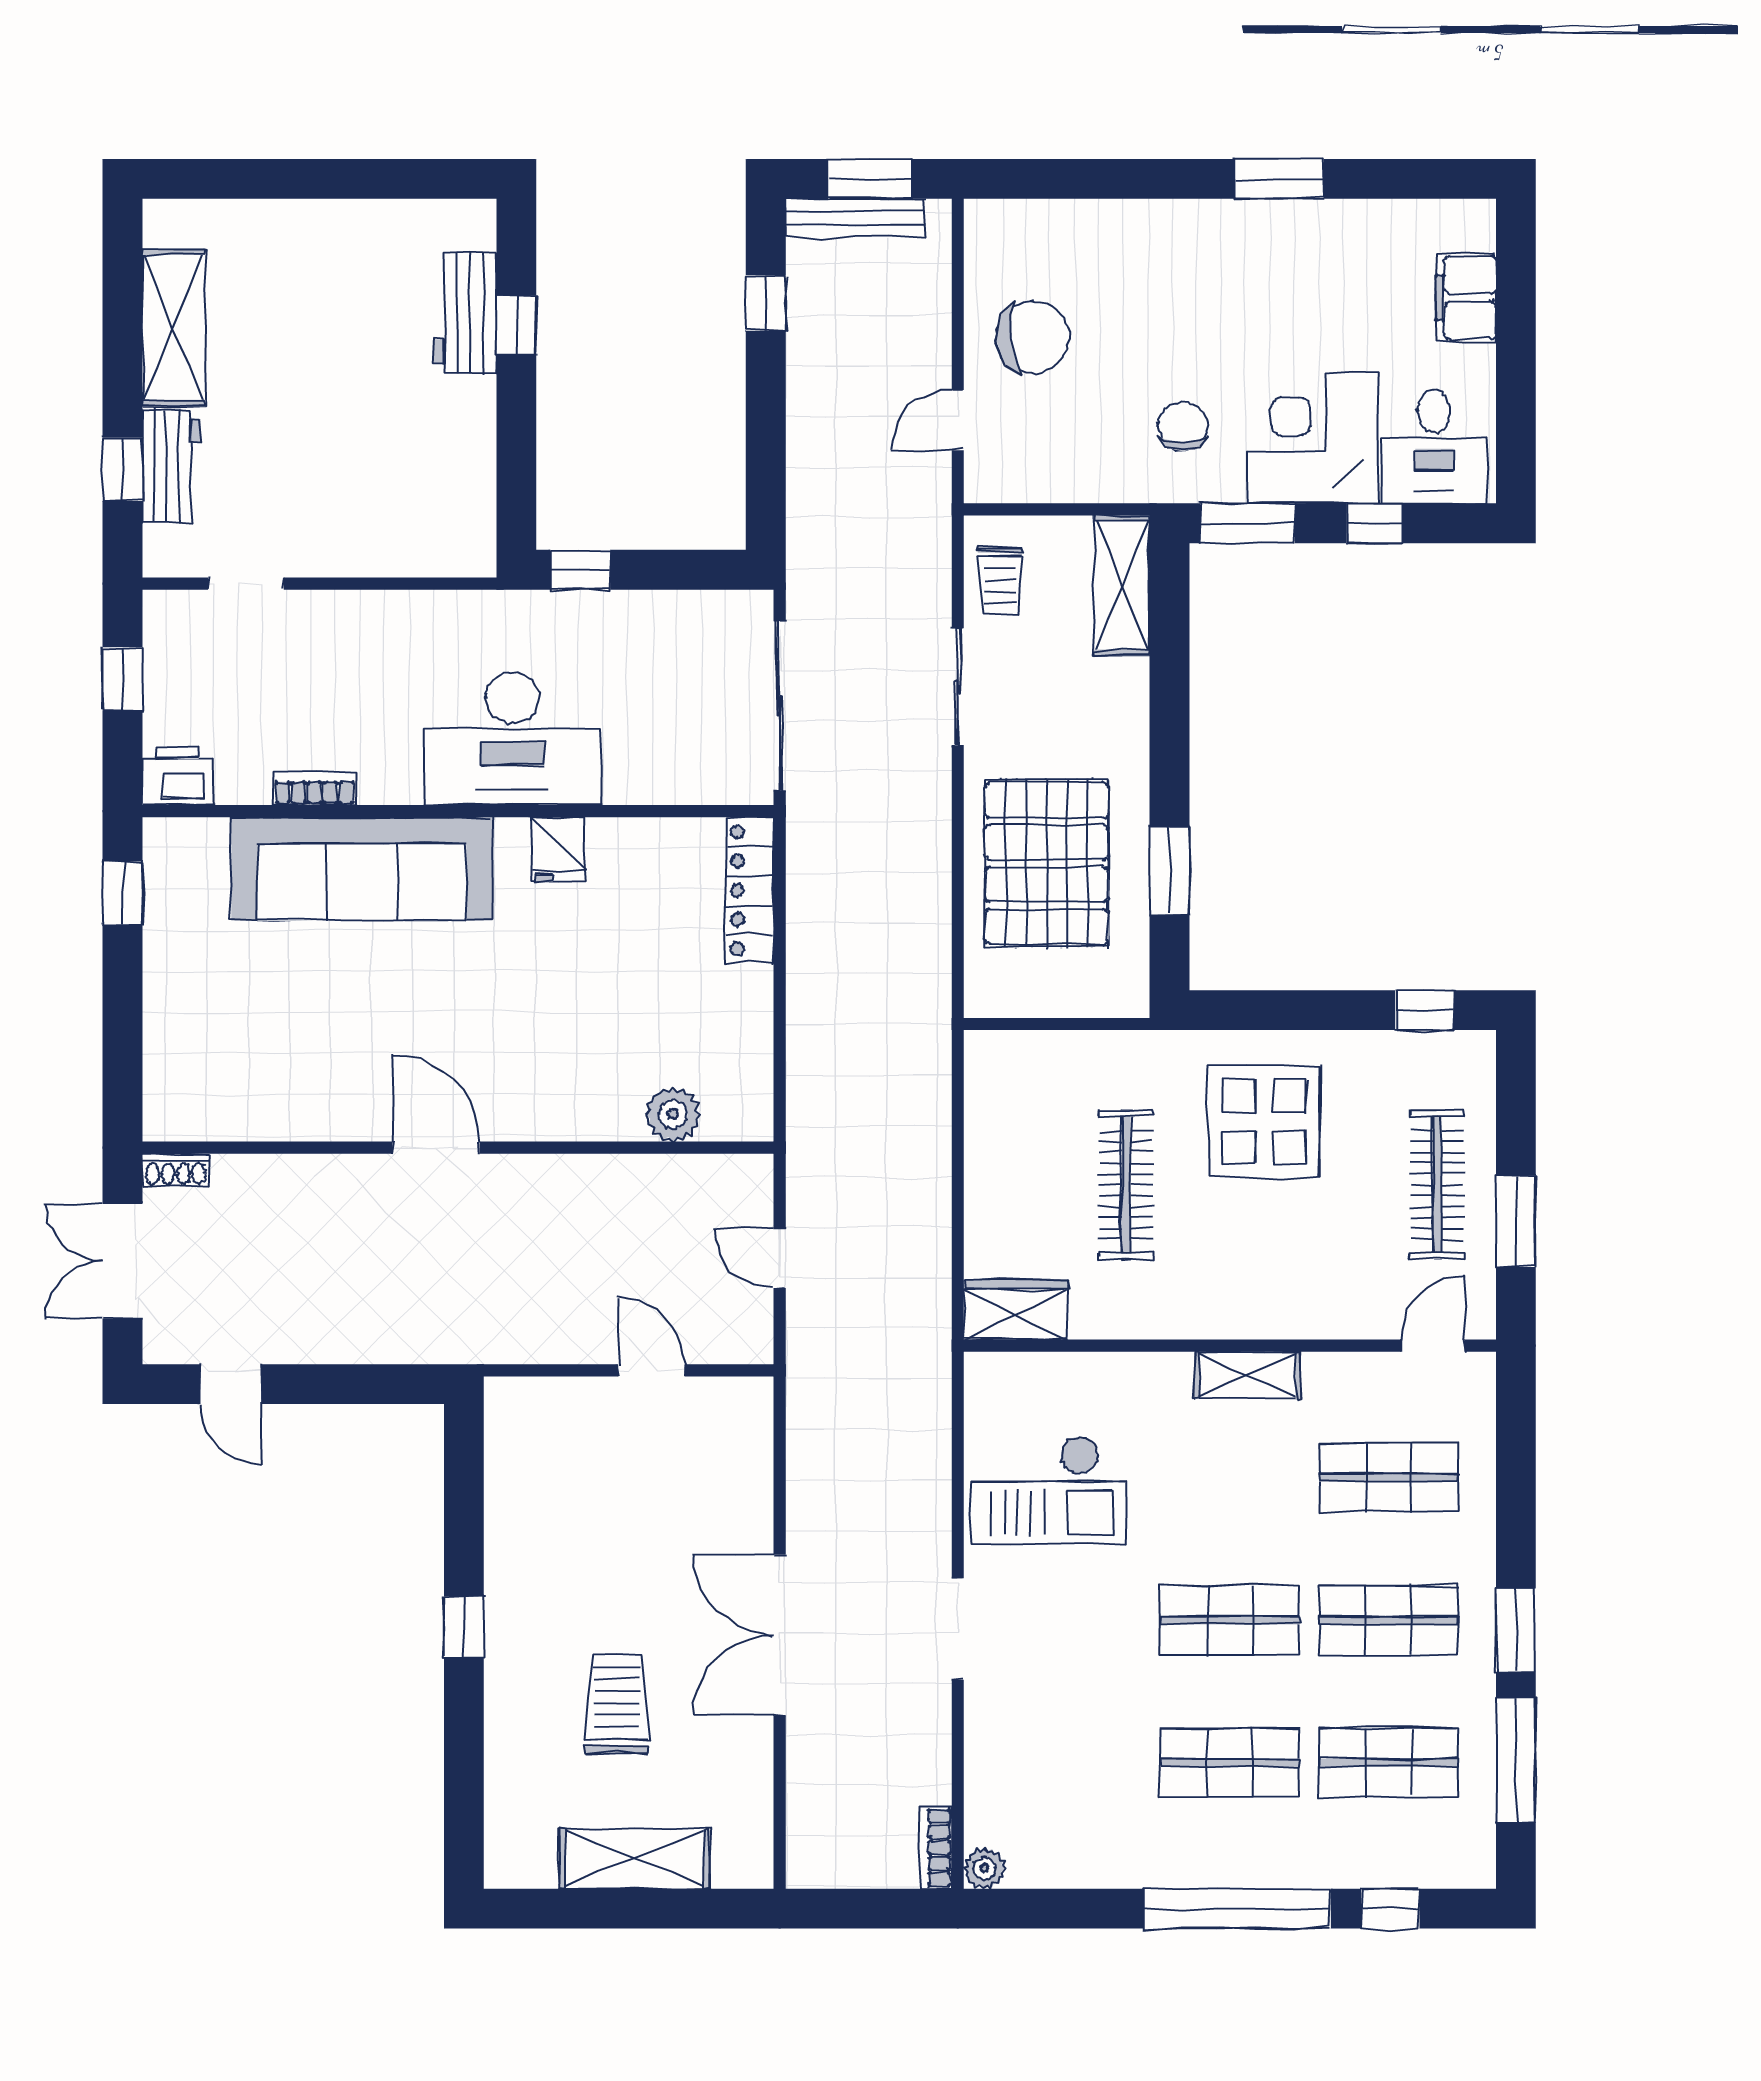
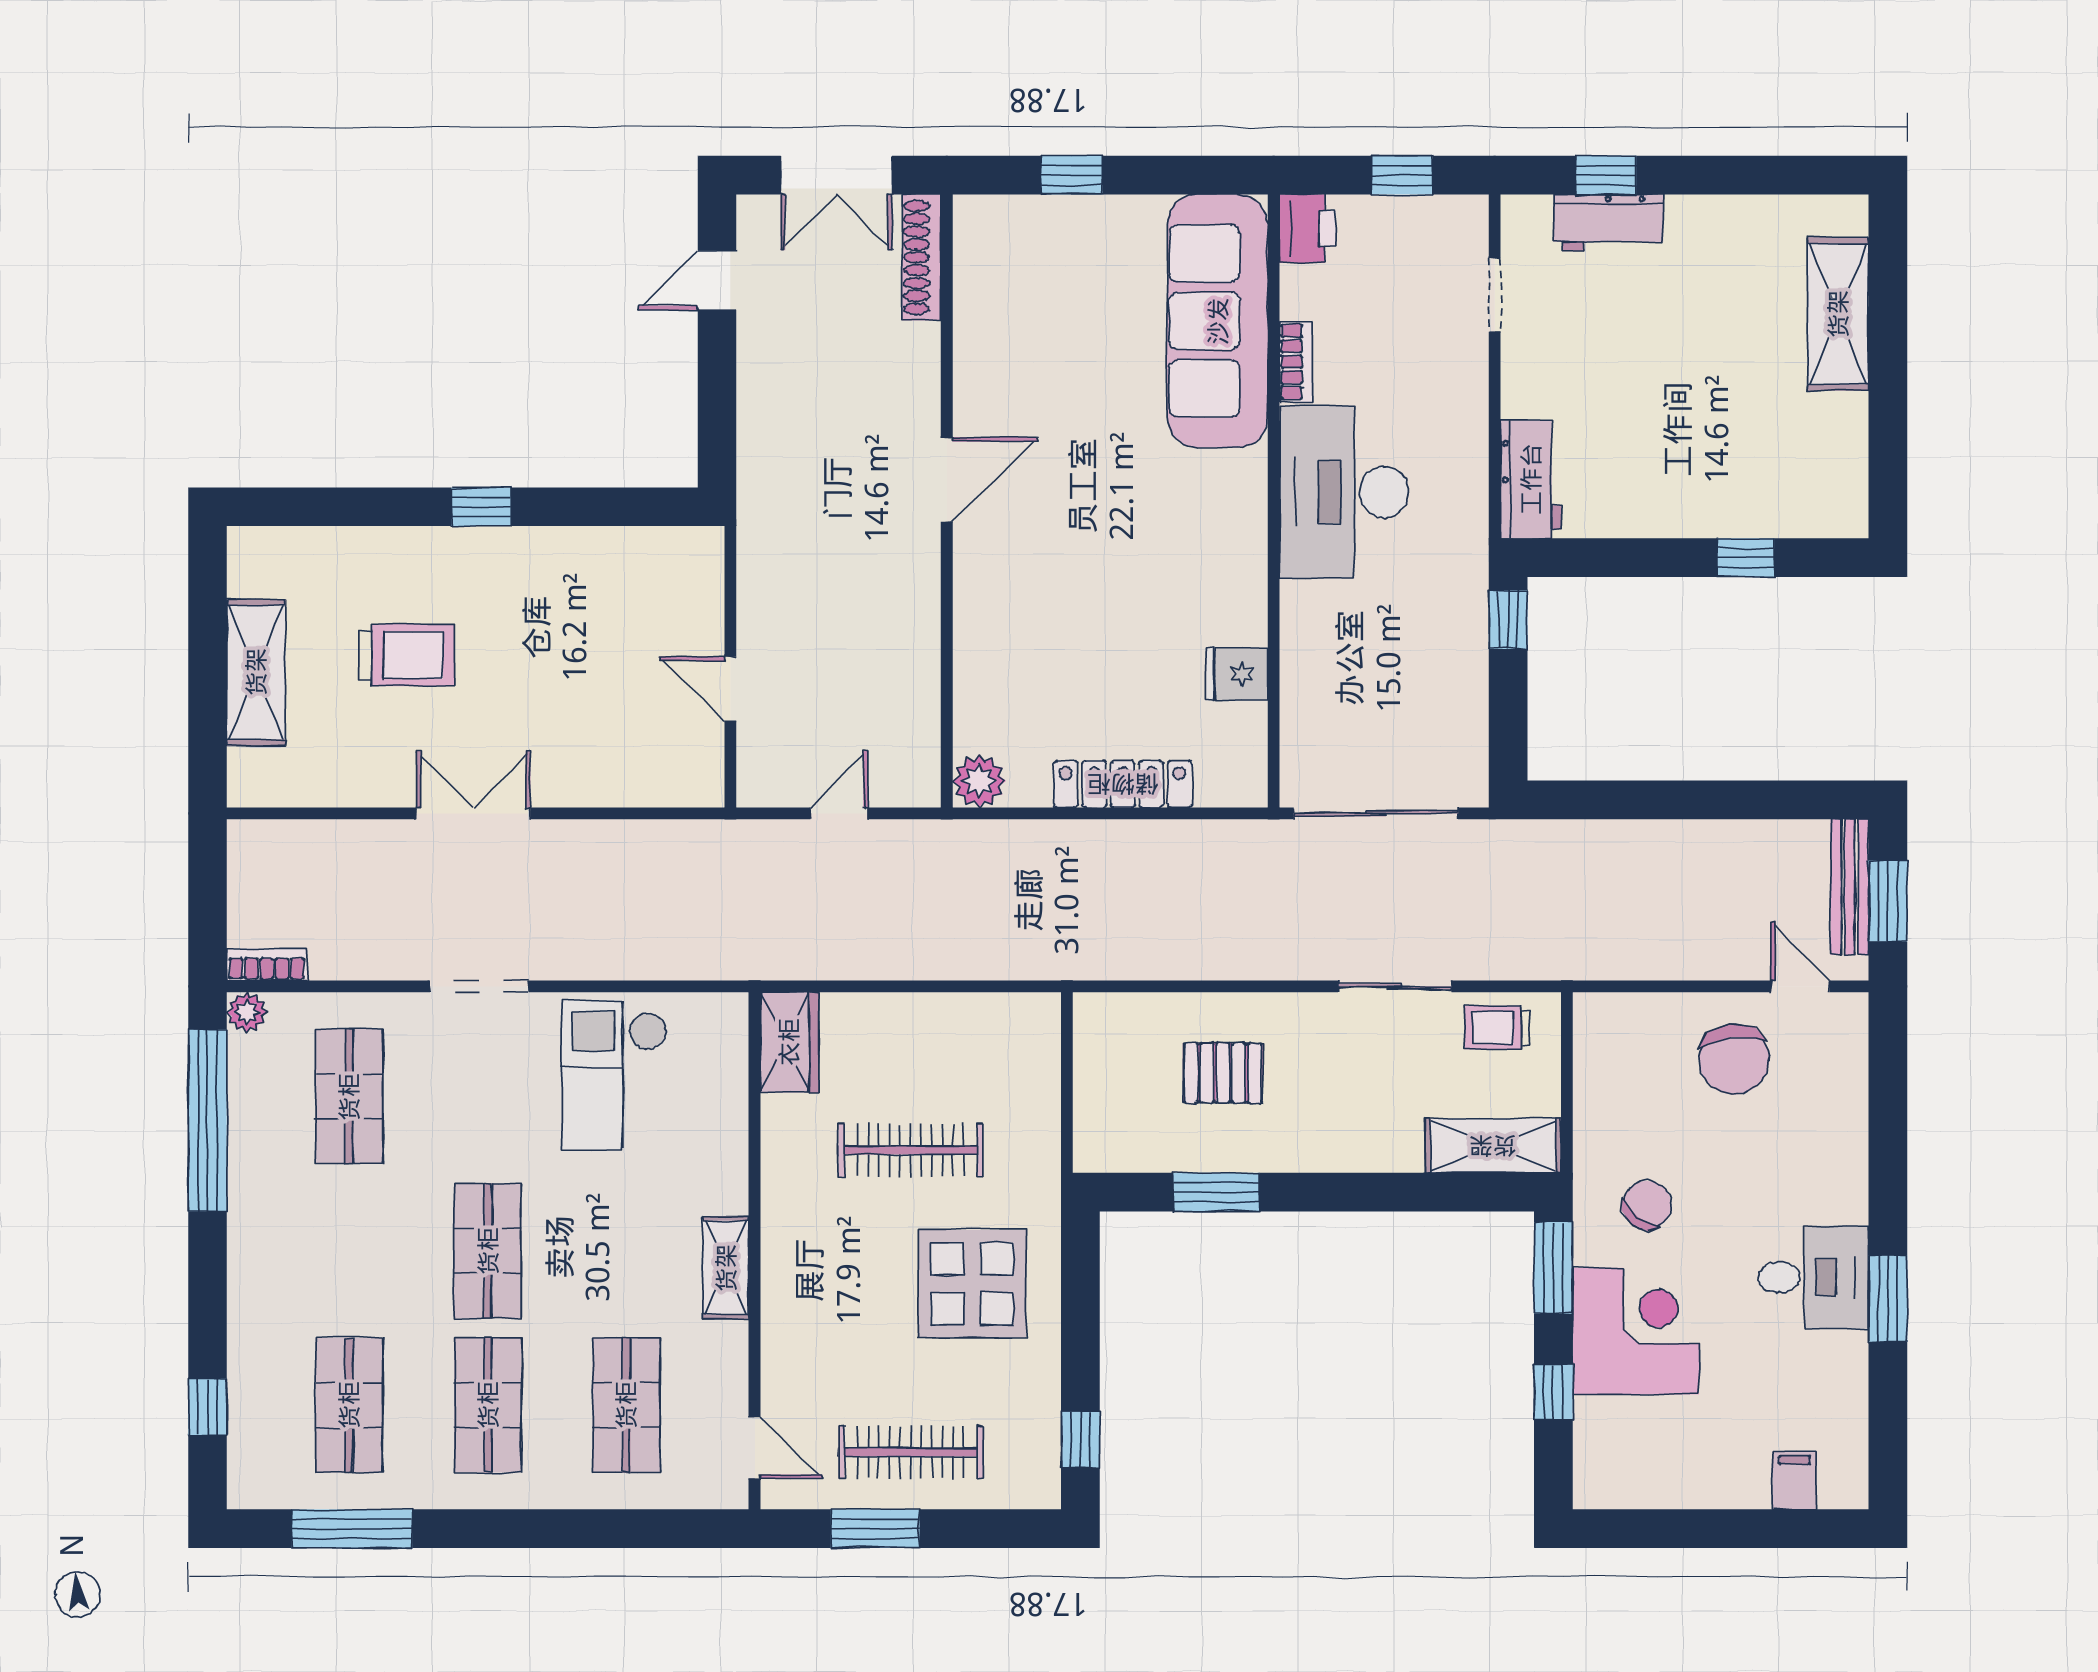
filing cabinet: (1466, 298) -> (1794, 1480), width x0.50
window: (766, 303) -> (1767, 800), removed
workbench: (465, 313) -> (1531, 479), moved, turned 90
shelving: (174, 327) -> (1838, 314), moved, turned 90
door: (958, 420) -> (1800, 986), moved
chair: (1183, 427) -> (1647, 1205), turned -52
desk: (1434, 447) -> (1813, 1277), moved, turned 180
desk: (512, 739) -> (1344, 492), moved
fridge: (558, 849) -> (1237, 674), moved
pallet: (1047, 863) -> (1223, 1073), width x0.49, depth x0.50
sofa: (362, 869) -> (1218, 321), moved
locker: (749, 890) -> (1123, 784), moved
window: (123, 893) -> (1072, 175), moved
plant: (673, 1114) -> (979, 781), moved
shoe rack: (176, 1170) -> (922, 257), width x1.94, depth x1.24
double door: (123, 1261) -> (836, 175), swing flipped
door: (651, 1370) -> (730, 689), swing flipped
window: (1516, 1630) -> (478, 1529), removed
double door: (780, 1635) -> (473, 813), width x0.73
shop shelf: (1230, 1763) -> (349, 1097), moved
window: (1237, 1909) -> (208, 1121), moved

